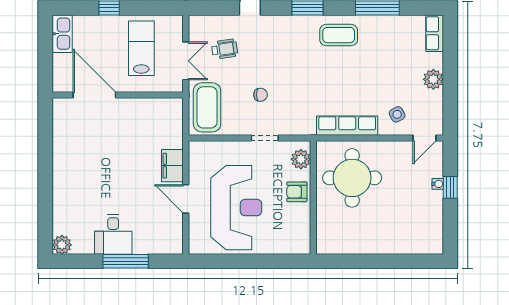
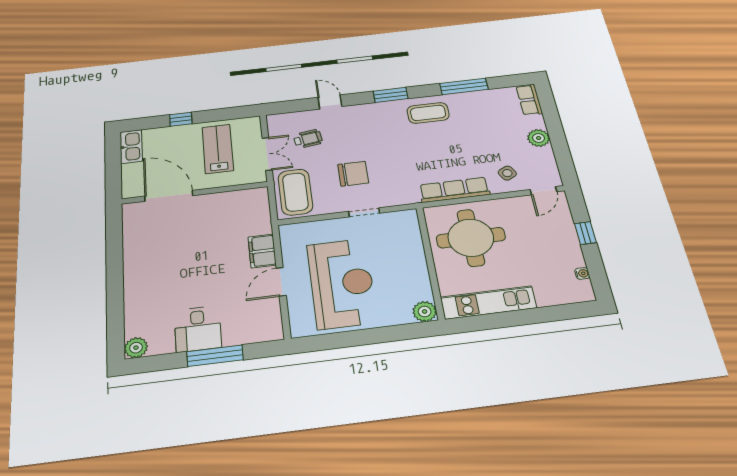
chair: (261, 95) -> (353, 174), width x1.87, depth x1.87
plant: (301, 159) -> (425, 311), moved
water cooler: (438, 184) -> (582, 273), moved
armchair: (297, 192) -> (410, 259), removed
door: (186, 199) -> (281, 282), hinge flipped
kitchen unit: (354, 244) -> (488, 303), added

